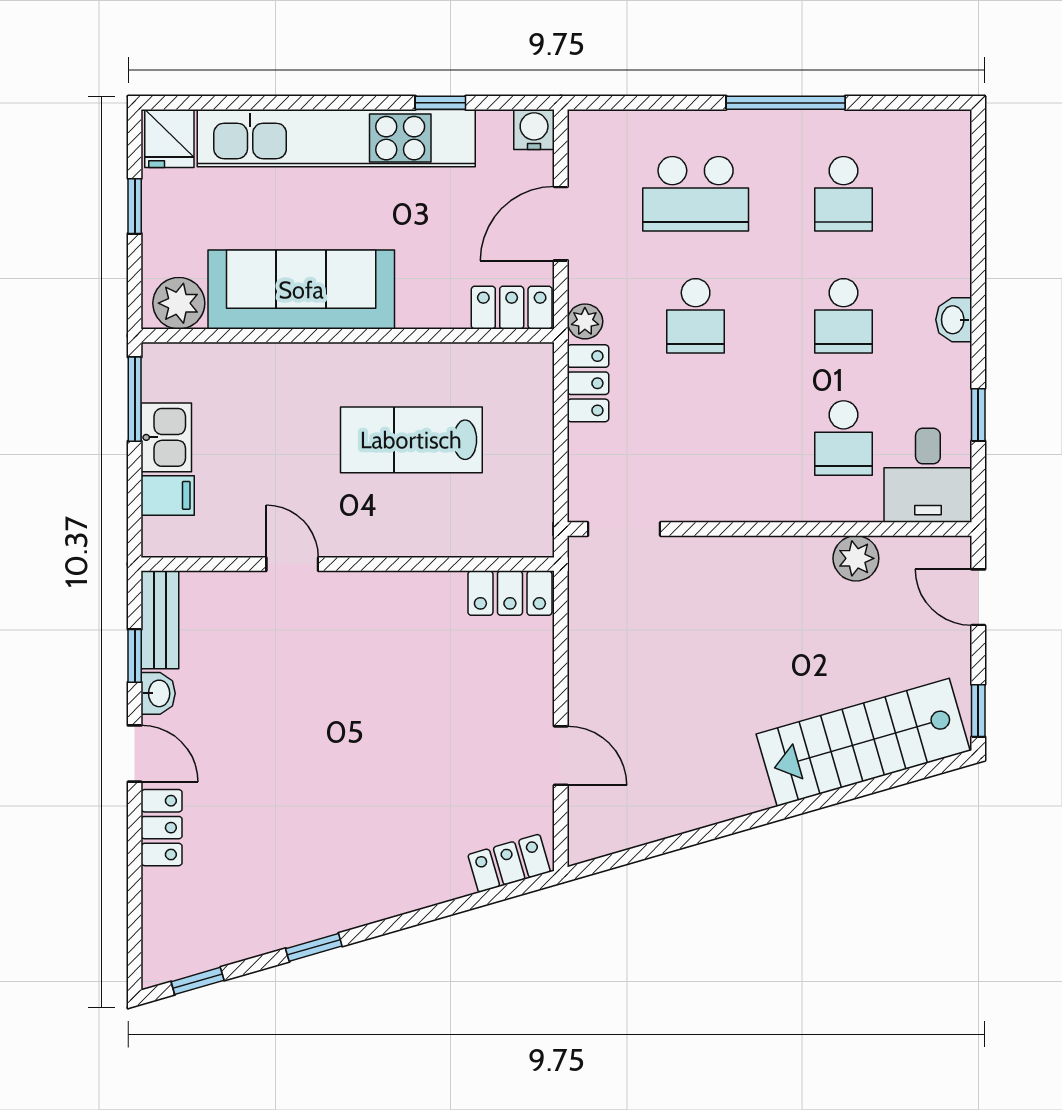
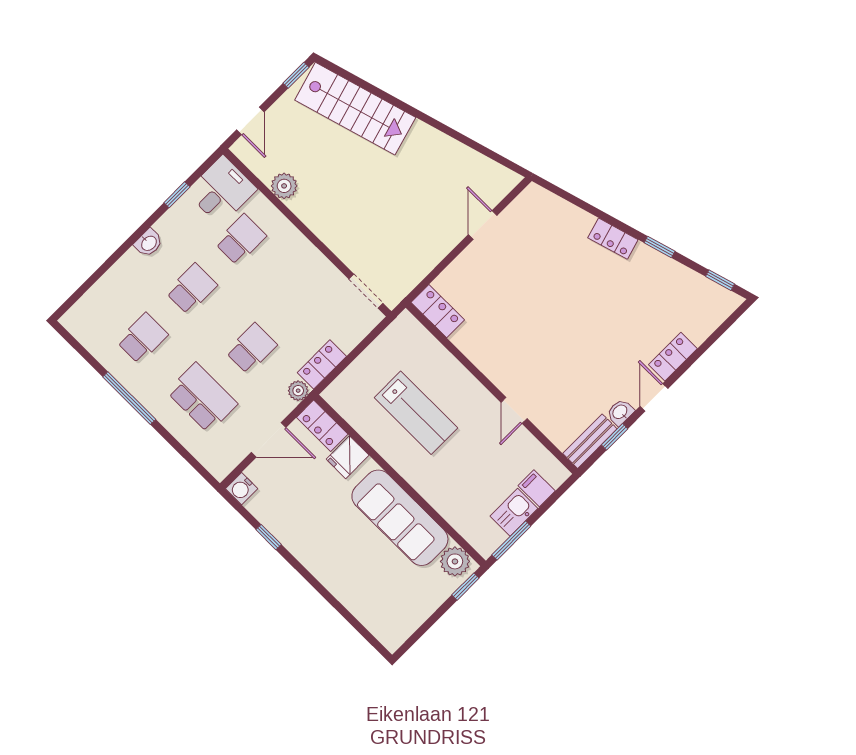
fridge: (169, 138) -> (348, 457), moved, turned 180
kitchen unit: (336, 138) -> (325, 565), removed
window: (135, 206) -> (465, 587), moved
locker: (509, 863) -> (613, 239), moved

